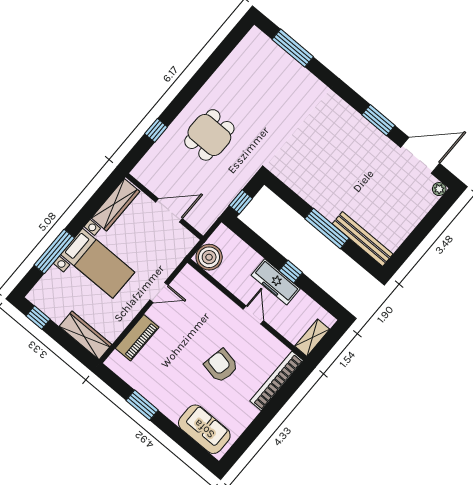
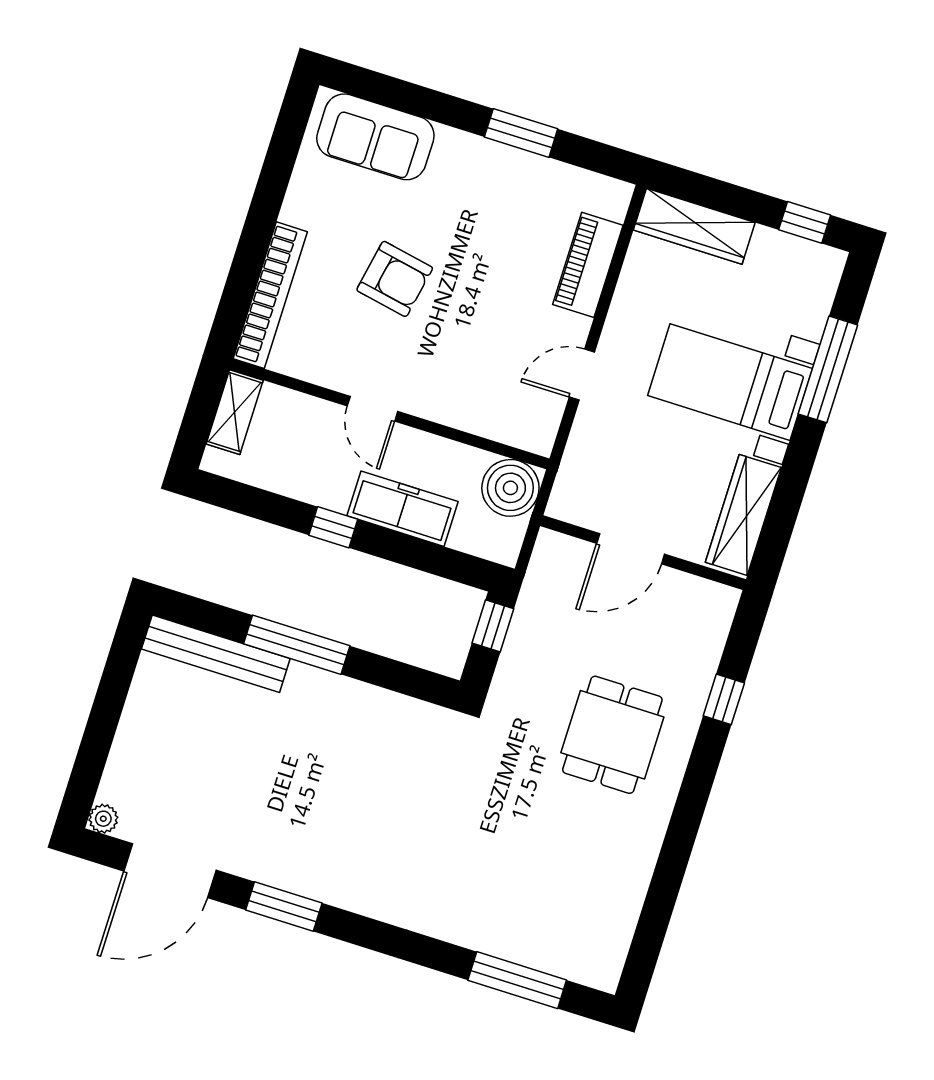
freezer: (276, 282) -> (403, 509), moved

